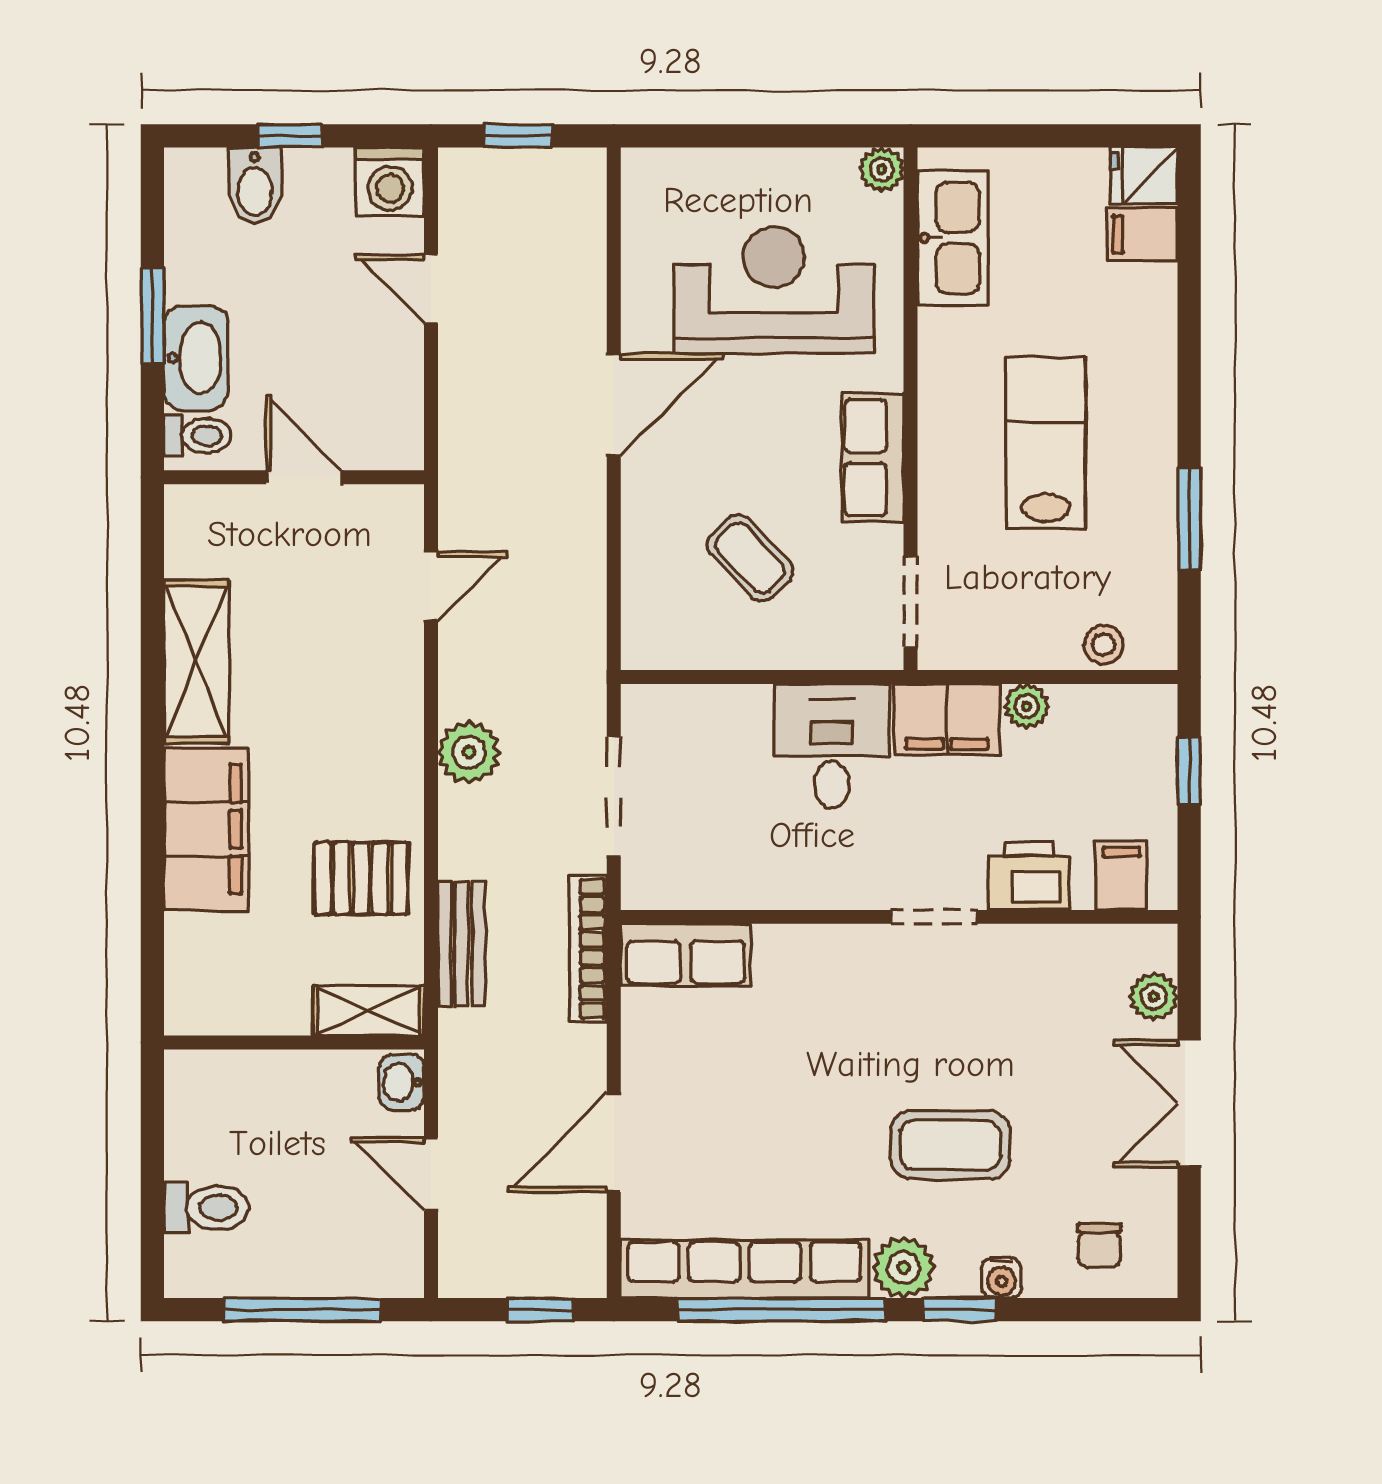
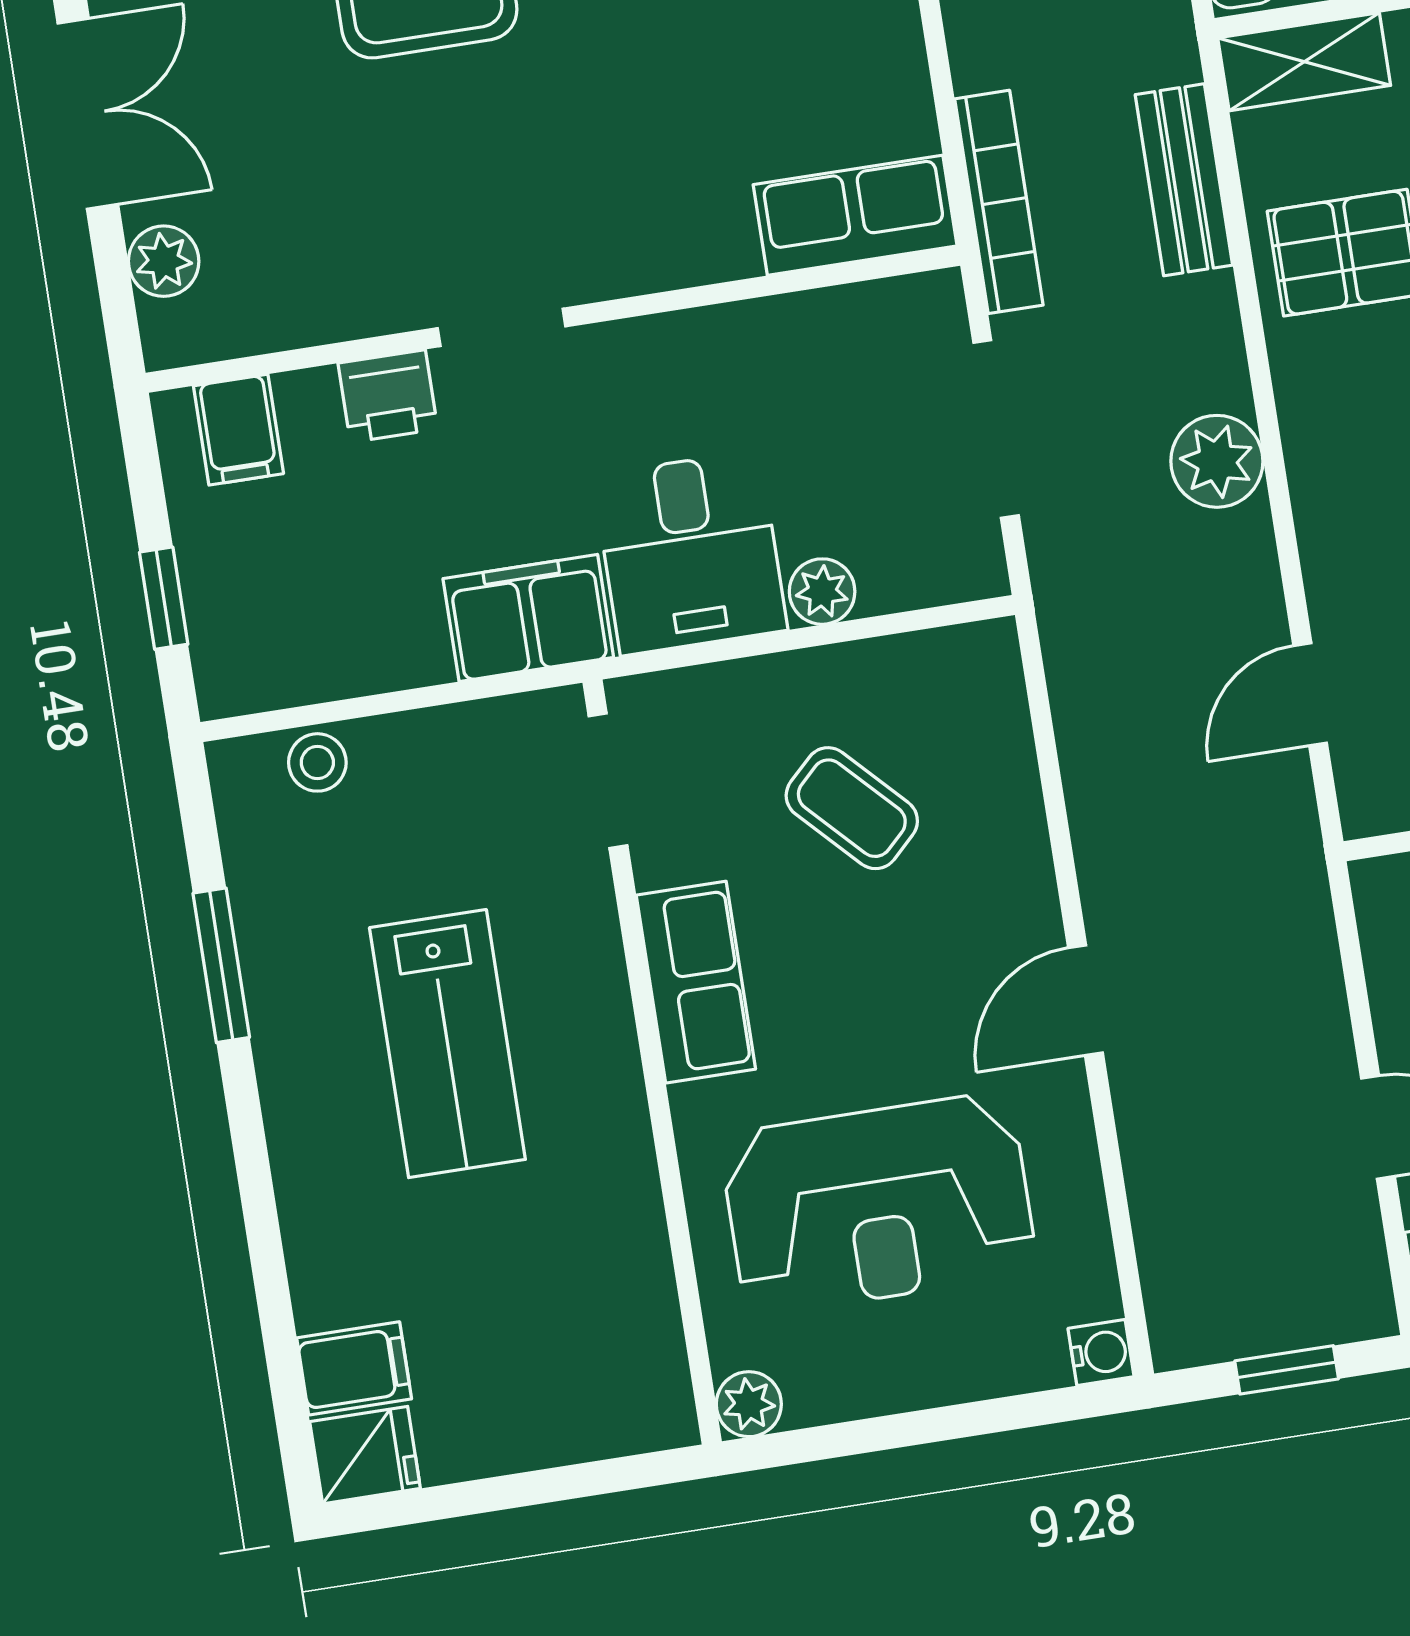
water cooler: (640, 167) -> (1101, 1353), added
kitchen sink: (953, 238) -> (630, 1320), removed
door: (614, 405) -> (1085, 1000), width x0.73
plant: (1027, 706) -> (822, 592), moved
printer: (1029, 876) -> (388, 396), width x0.73, depth x0.81

